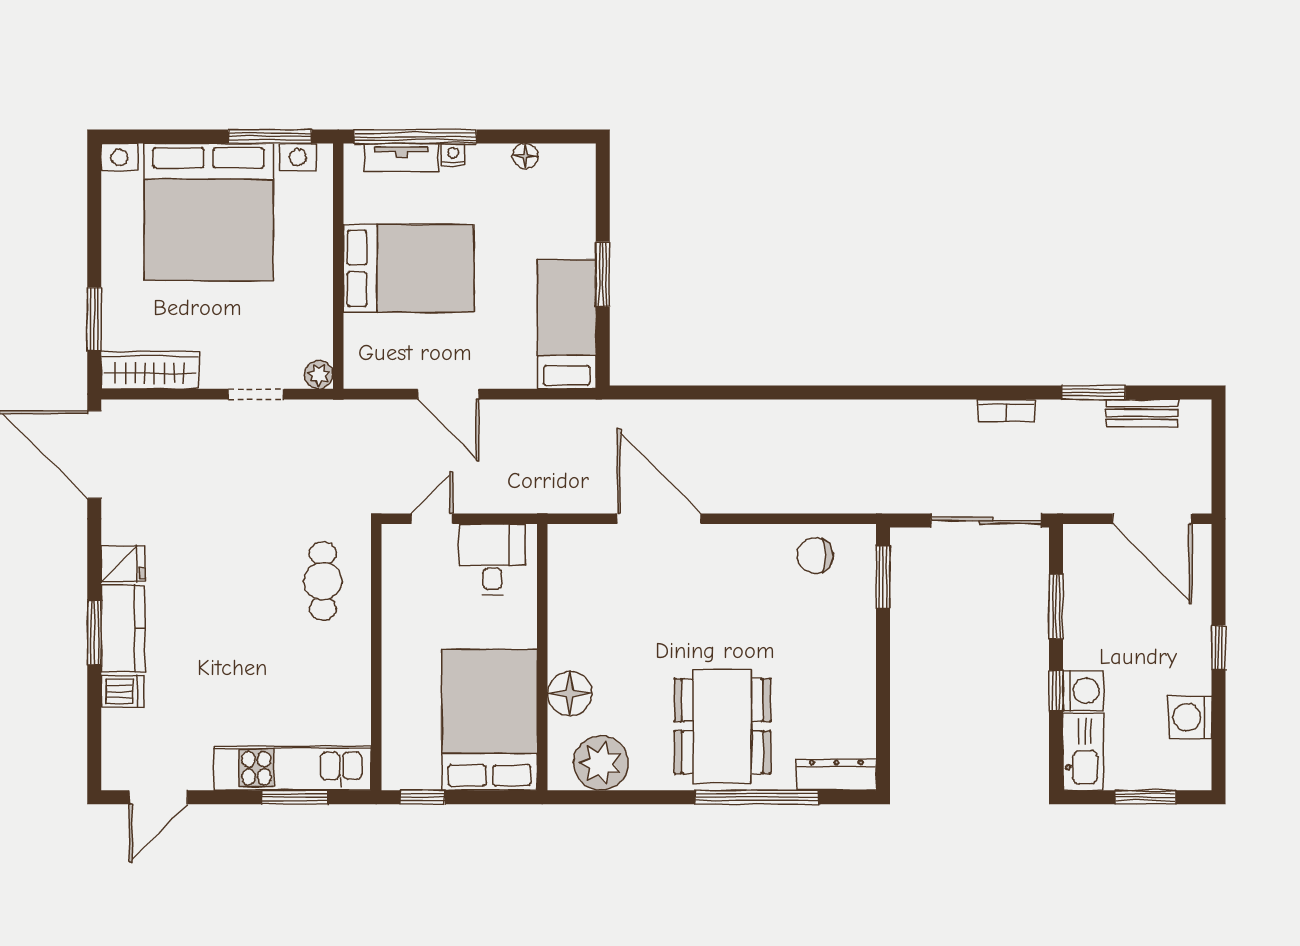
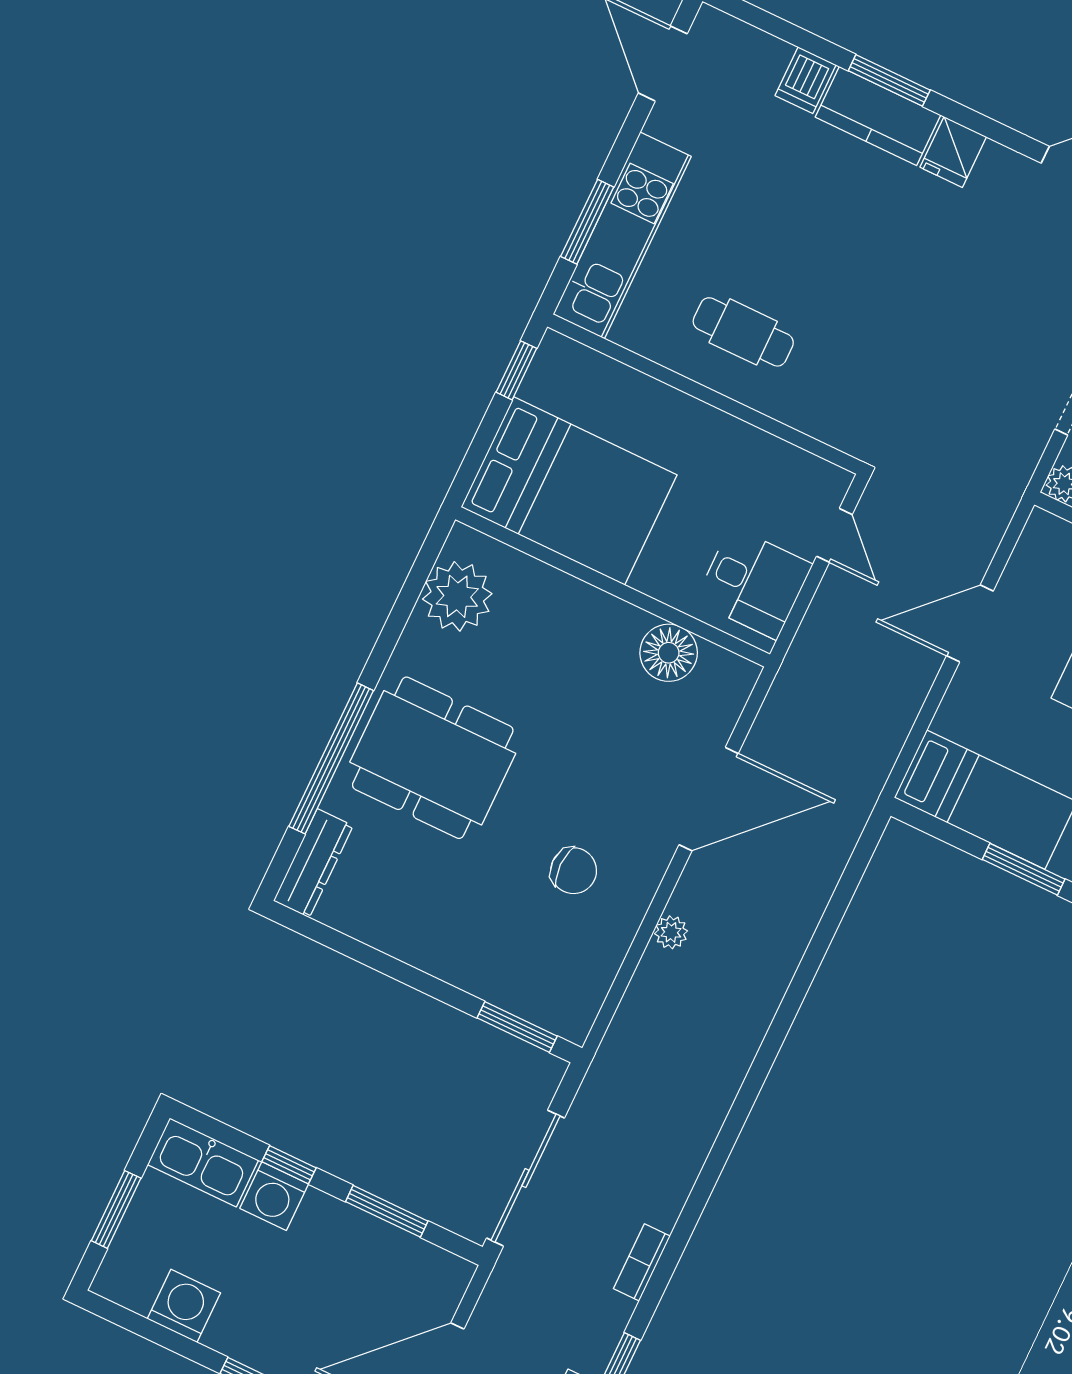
plant: (765, 501) -> (671, 932), added
chair: (815, 555) -> (574, 871), moved, turned 90
cafe table: (323, 581) -> (743, 332), moved
floor lamp: (570, 694) -> (669, 653), moved

